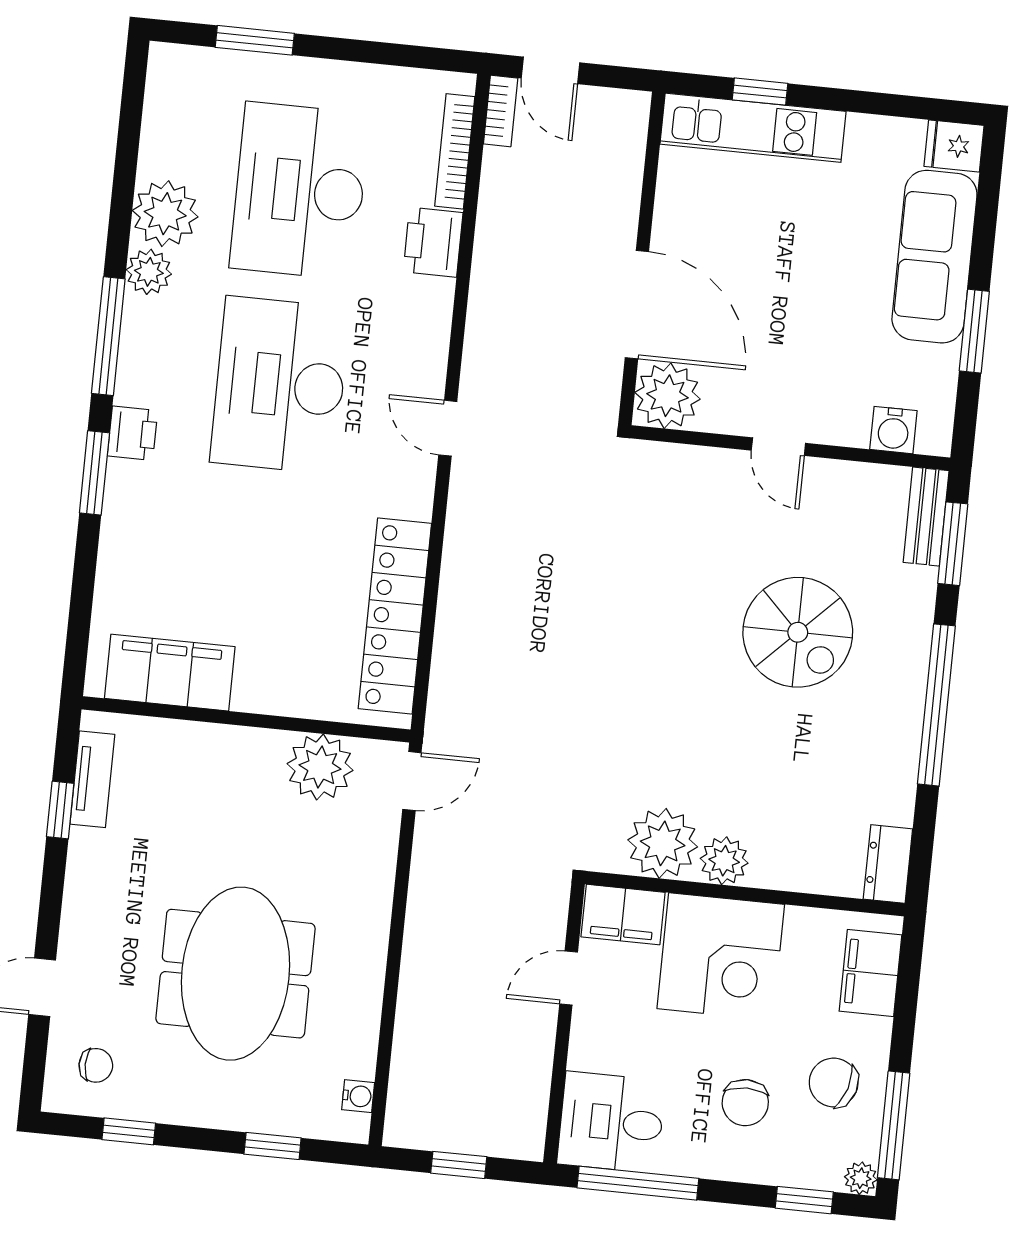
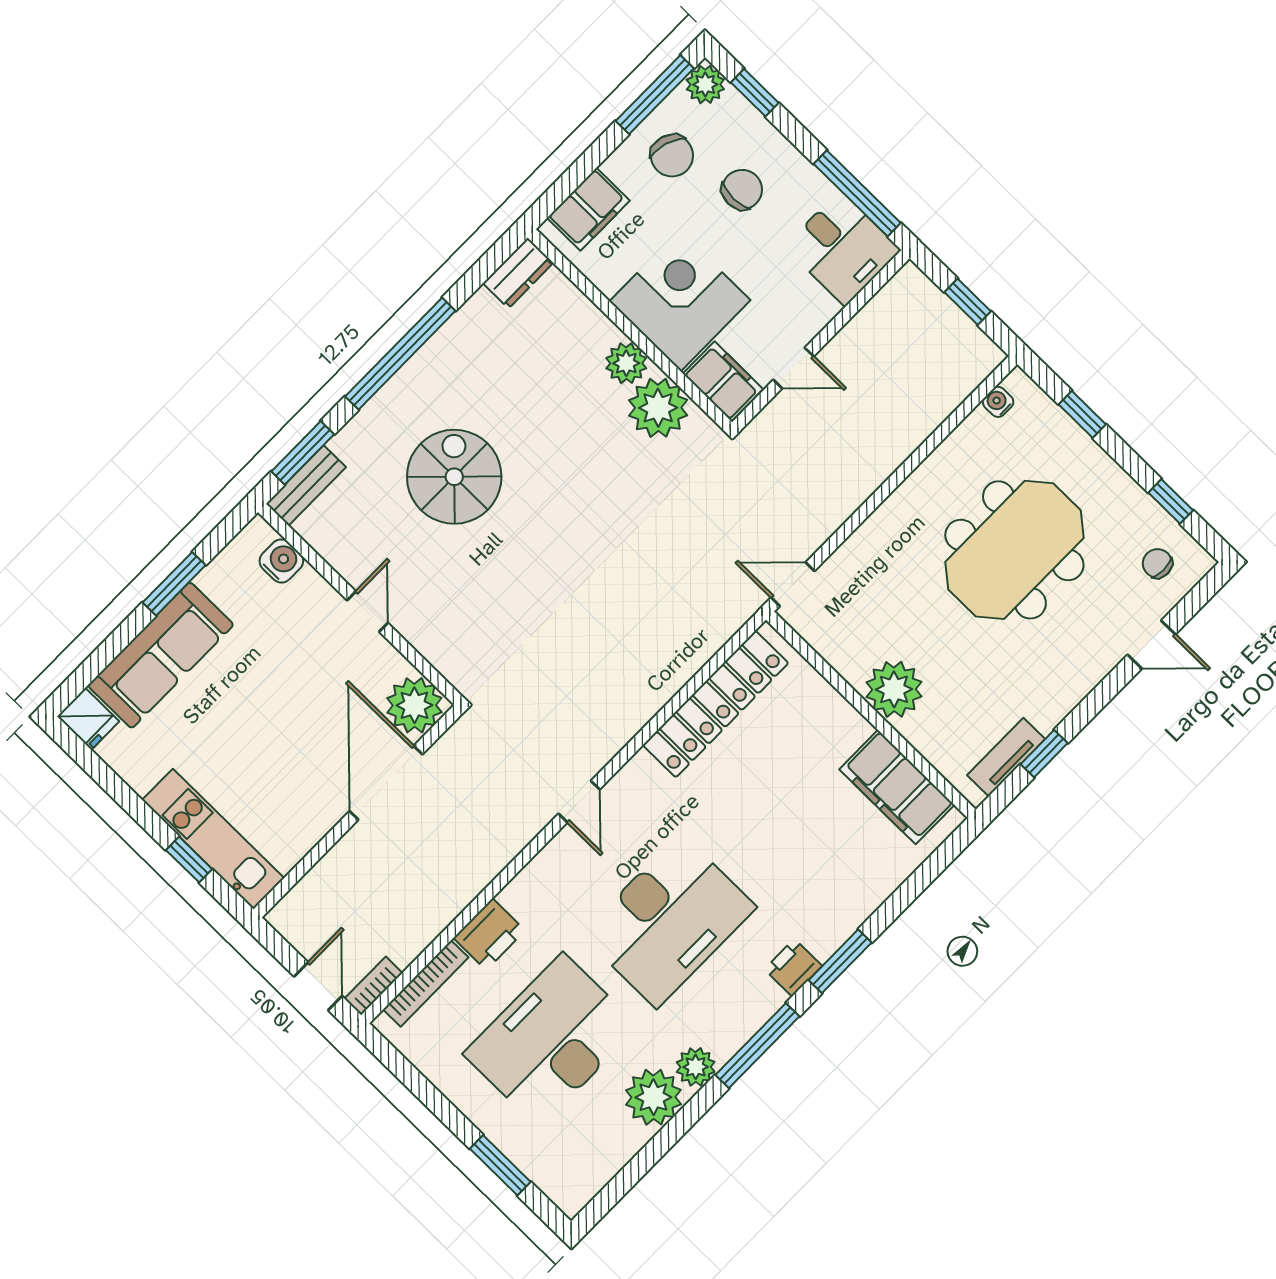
desk: (300, 191) -> (551, 1040), turned 180
plant: (320, 767) -> (894, 689), moved
plant: (861, 1178) -> (705, 84), width x1.38, depth x1.38

